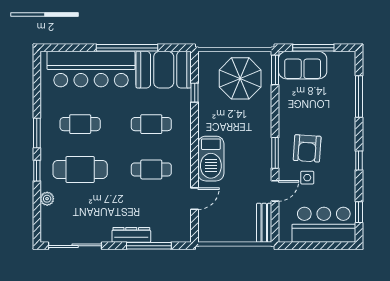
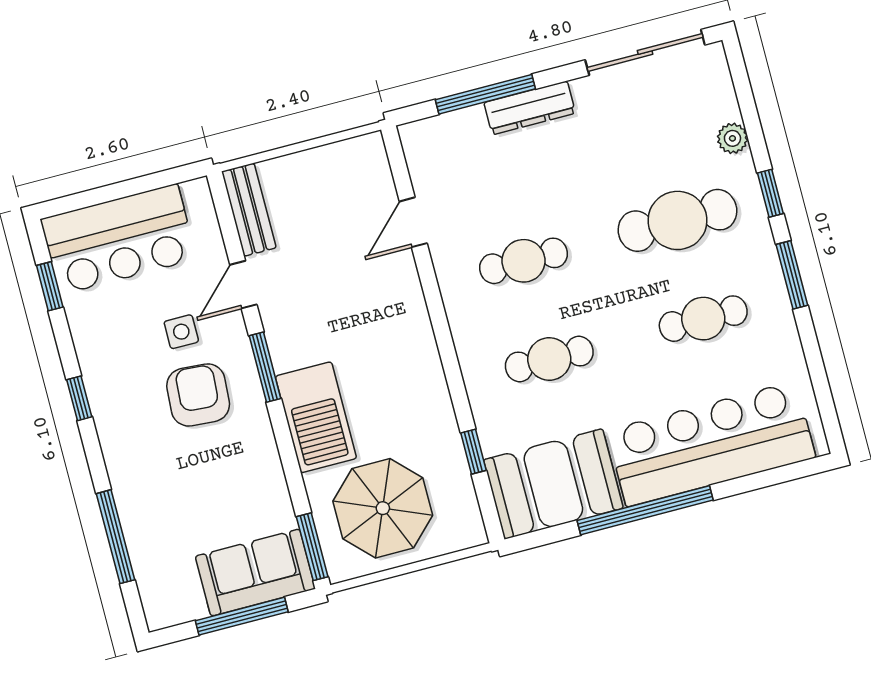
barbecue: (211, 159) -> (316, 417), moved, turned 180

